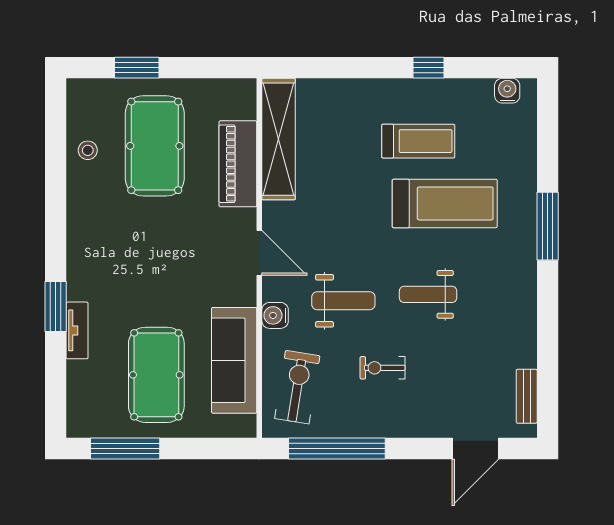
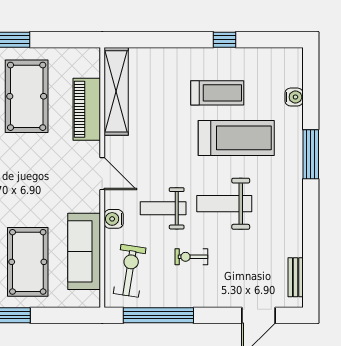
water cooler: (507, 91) -> (294, 97), moved, turned 90
weight bench: (428, 294) -> (224, 204), width x1.36, depth x1.33
weight bench: (343, 301) -> (163, 208), turned 180

